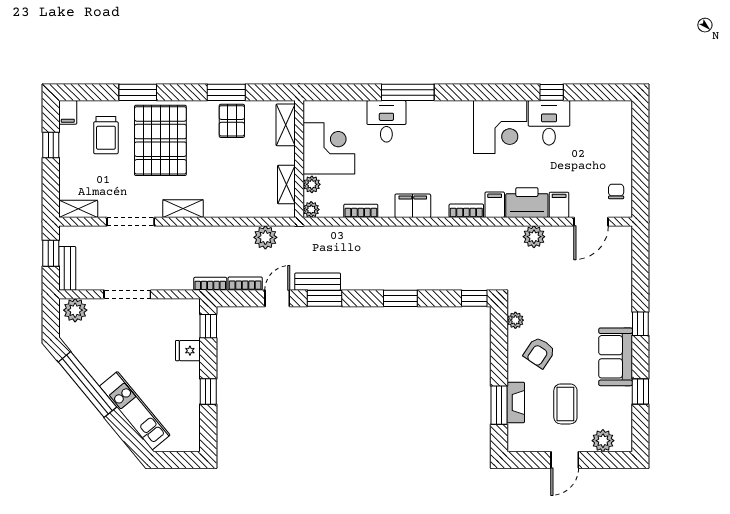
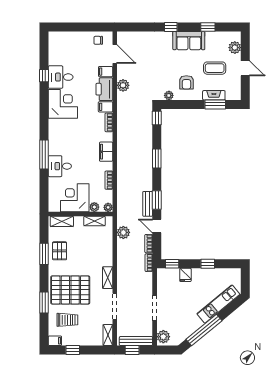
pallet: (232, 121) -> (60, 251), turned 90
bench: (67, 268) -> (136, 341), width x1.36
armchair: (539, 353) -> (186, 82), turned 56

